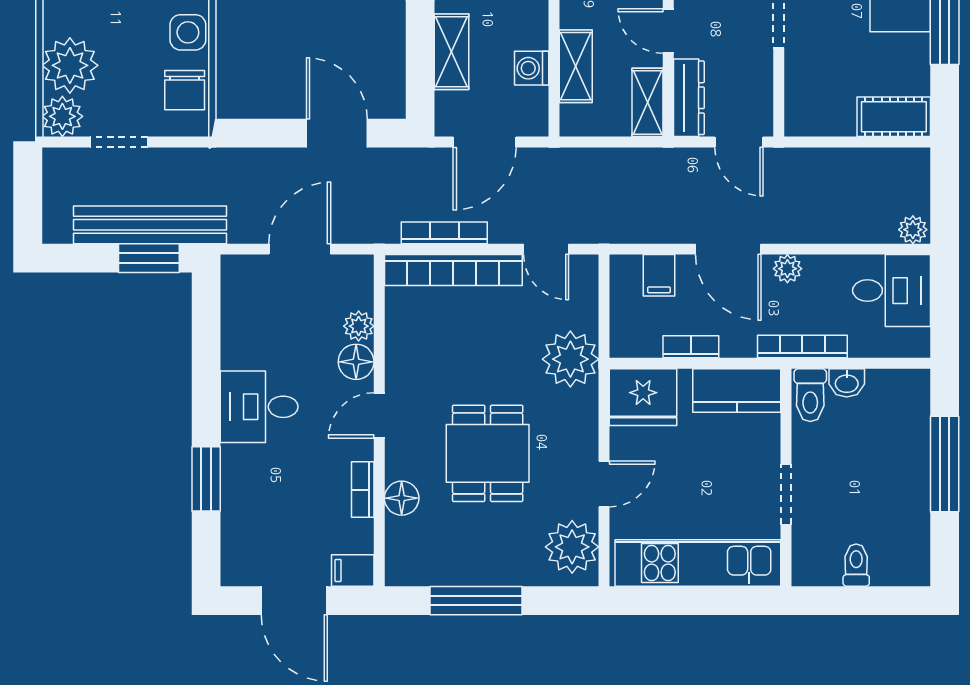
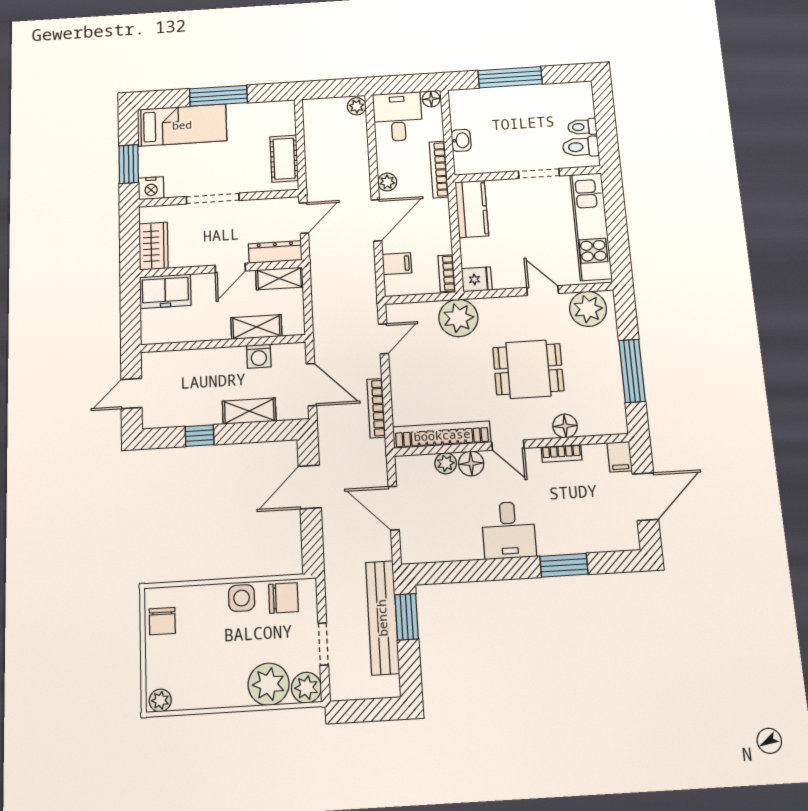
cot: (894, 117) -> (284, 159), moved
bookcase: (453, 270) -> (442, 435), moved, turned -90
floor lamp: (917, 343) -> (431, 99), added
bookcase: (691, 347) -> (447, 273), moved
toilet: (810, 395) -> (581, 147), moved, turned 180
fridge: (643, 397) -> (477, 279), width x0.53, depth x0.75

